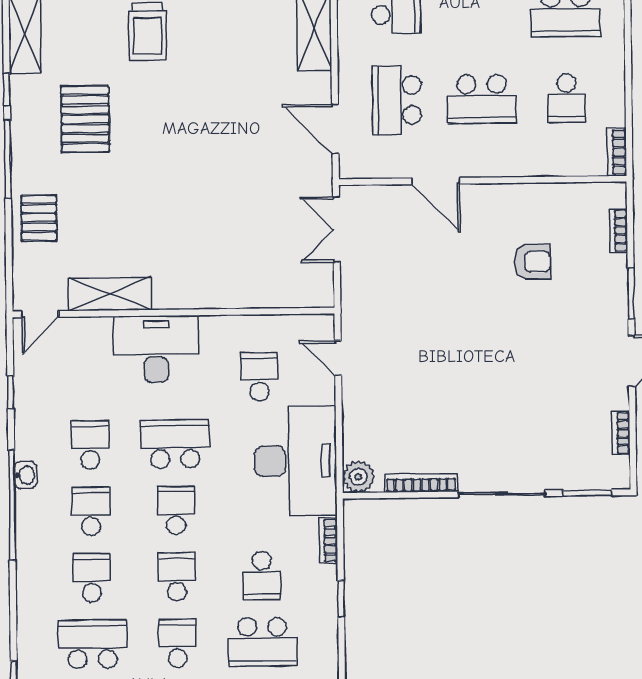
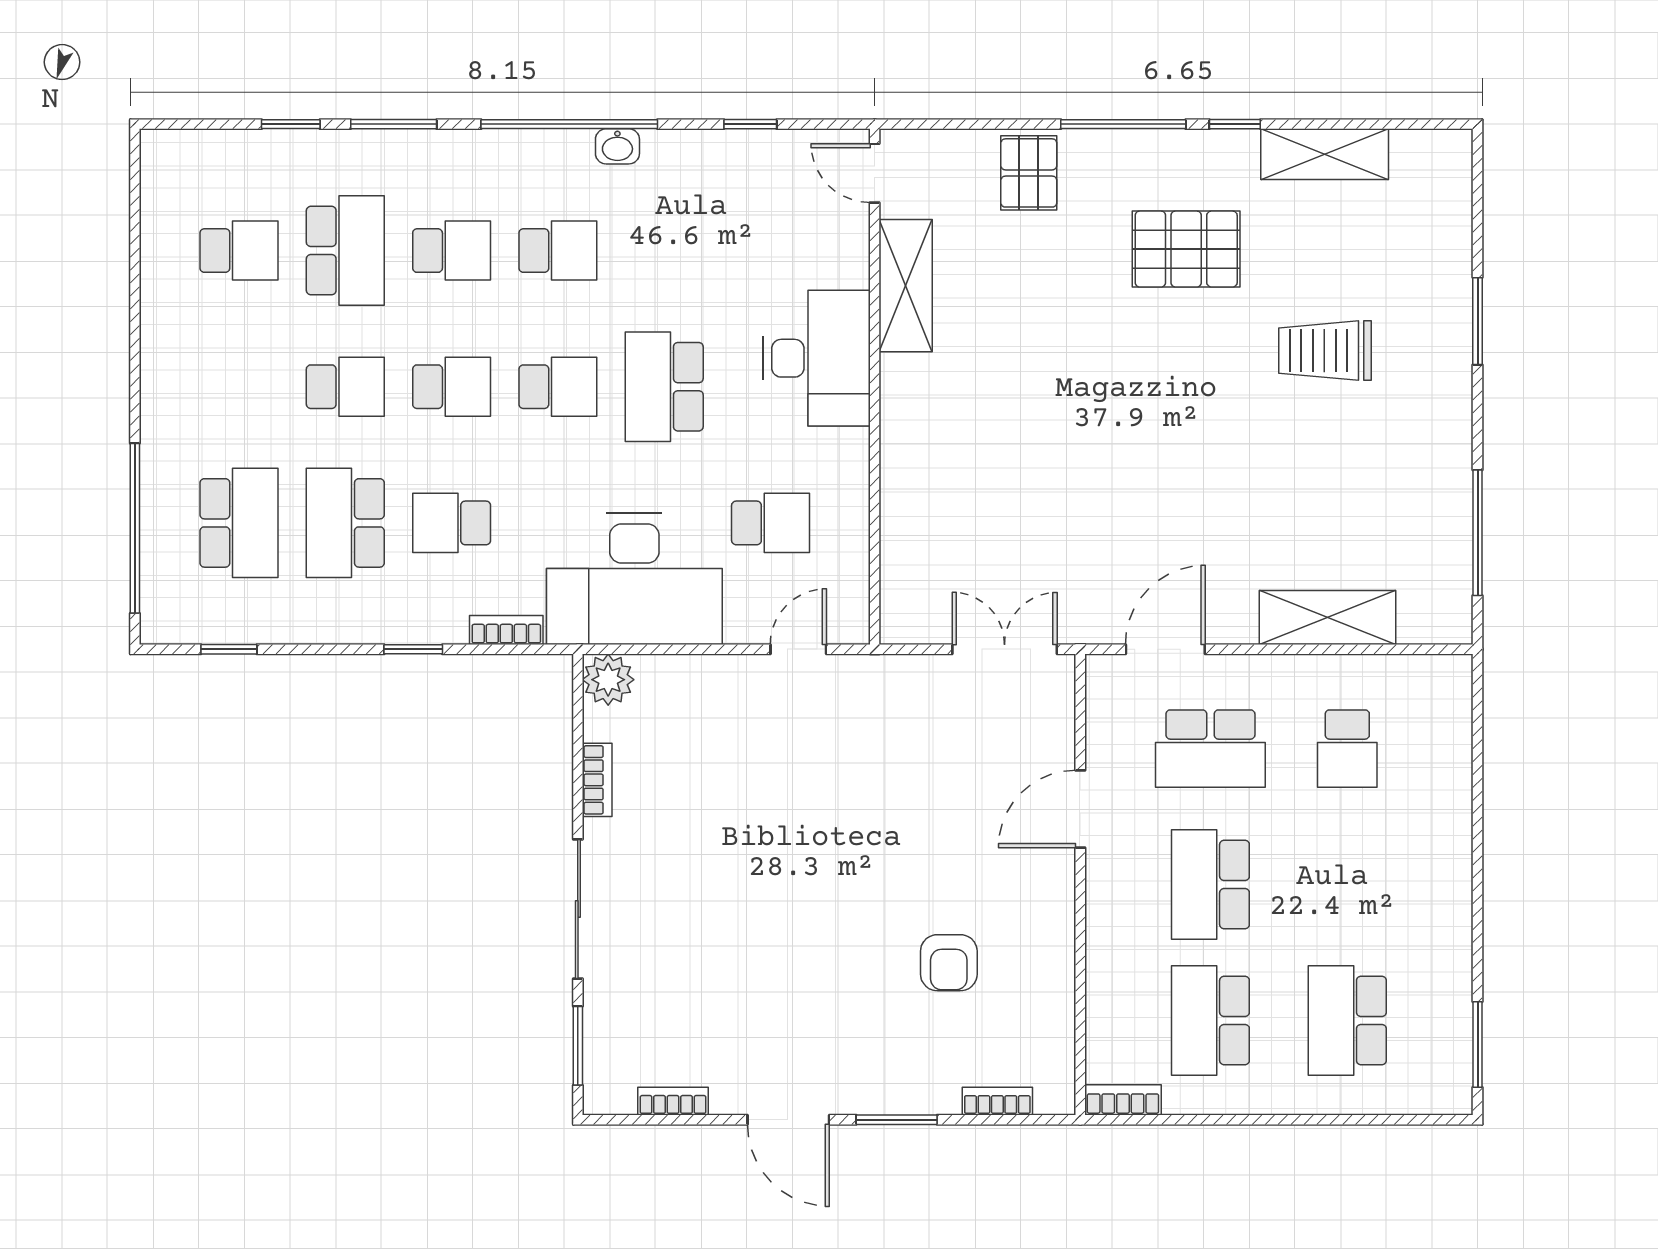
school desk: (567, 98) -> (1210, 1020), width x1.85
school desk: (397, 100) -> (1210, 749), turned 180
pallet: (39, 218) -> (1029, 173), turned 90
school desk: (175, 444) -> (664, 387), turned 180
school desk: (90, 445) -> (664, 251), removed
bookcase: (421, 483) -> (597, 780), width x0.64
window: (13, 615) -> (394, 124), added

